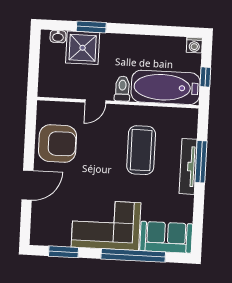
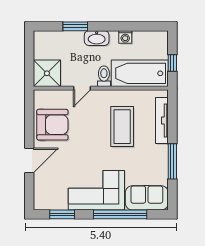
washbasin: (58, 37) -> (97, 38), moved, width x1.91, depth x1.45
washing machine: (194, 45) -> (125, 37), moved
shower: (83, 48) -> (47, 73), moved
window: (201, 162) -> (172, 161), moved
tv unit: (188, 166) -> (162, 120), moved

